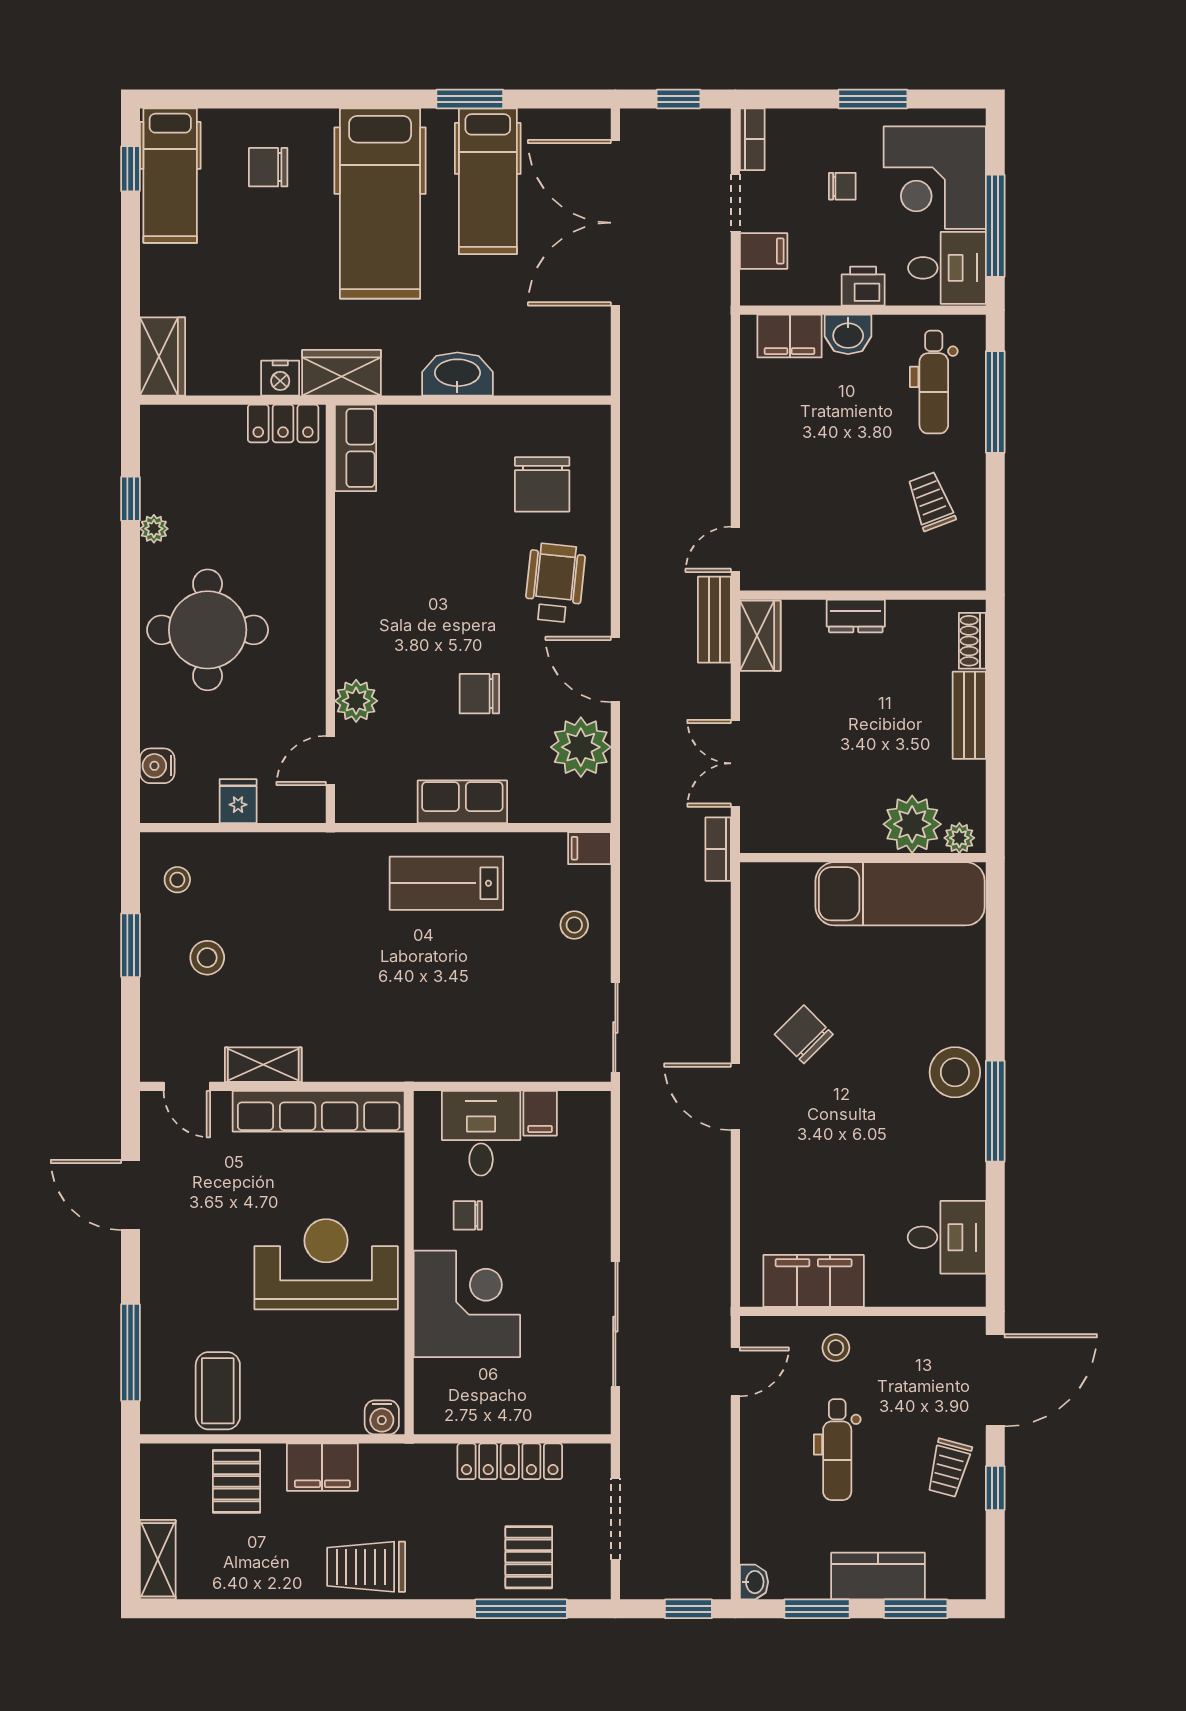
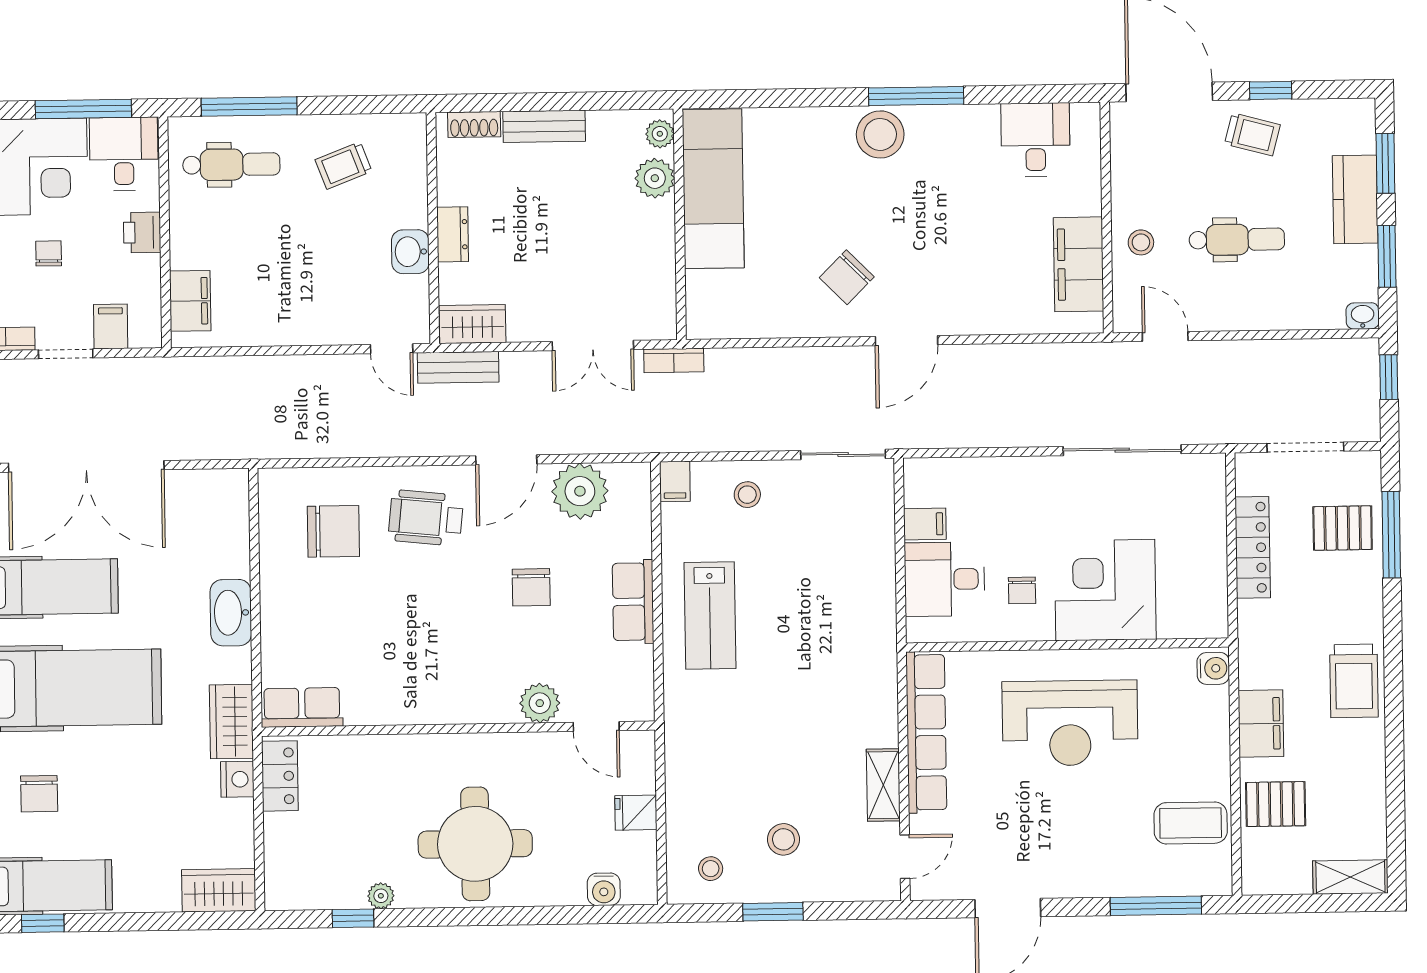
washbasin: (848, 334) -> (410, 252), moved, turned 180
plant: (912, 824) -> (655, 178), width x0.73, depth x0.73
reception desk: (326, 1264) -> (1070, 723), turned -90

